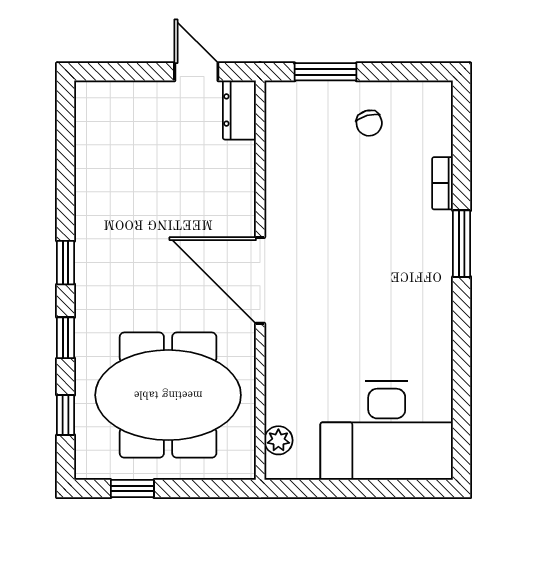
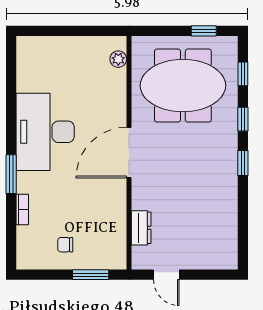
dresser: (239, 110) -> (141, 228), moved
chair: (369, 123) -> (65, 245), turned -75
door: (260, 280) -> (129, 153), swing flipped
desk: (387, 430) -> (45, 132), moved, turned -90

